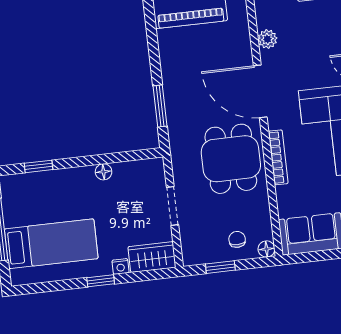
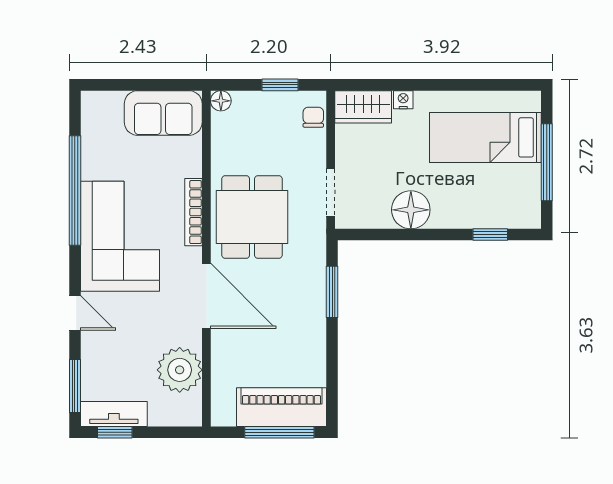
plant: (267, 39) -> (180, 370), width x1.87, depth x1.87
floor lamp: (104, 172) -> (411, 210), width x1.89, depth x1.89
doorway: (172, 206) -> (331, 193), moved
chair: (237, 239) -> (313, 117), moved, turned 180
window: (101, 281) -> (430, 85), removed

